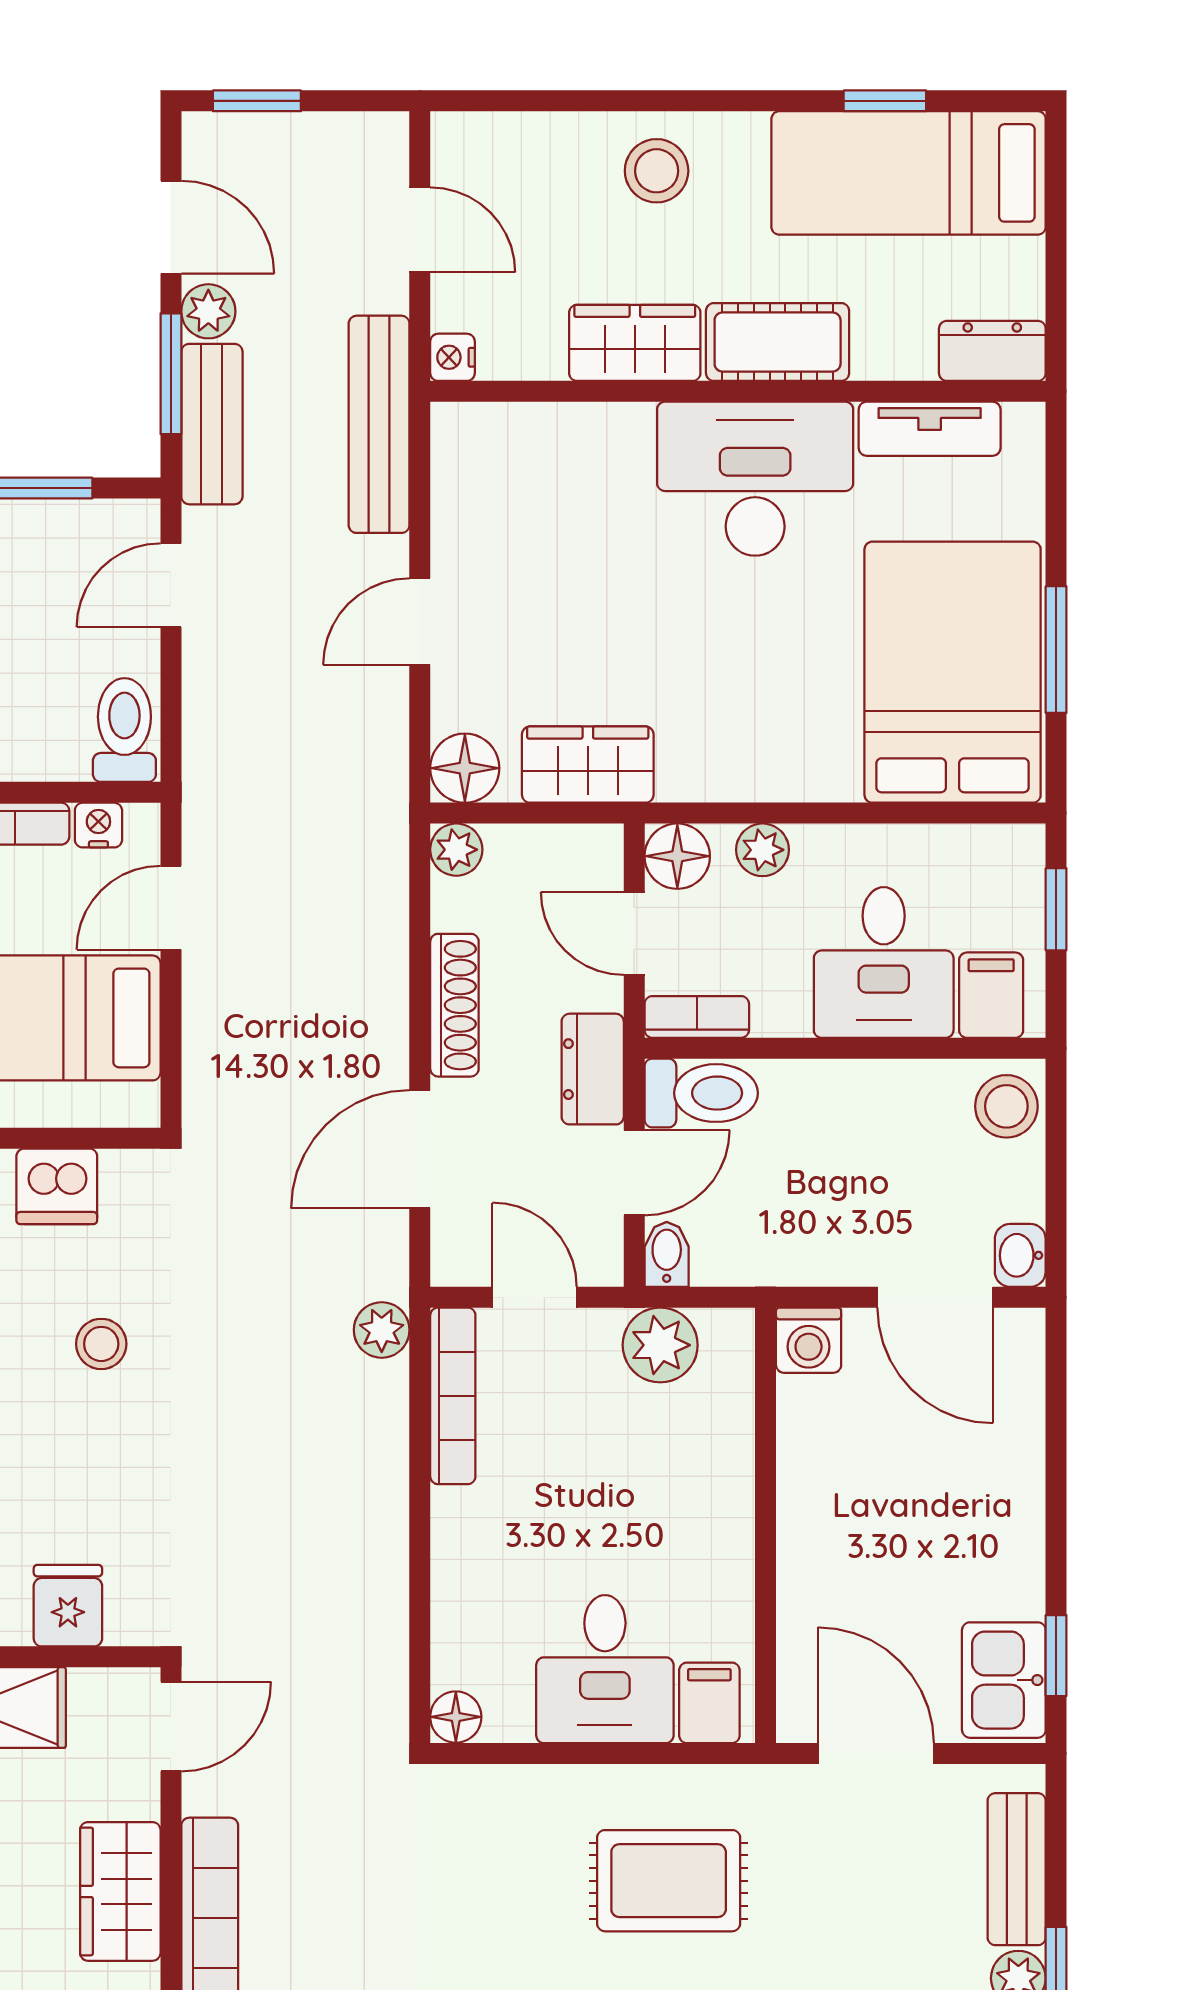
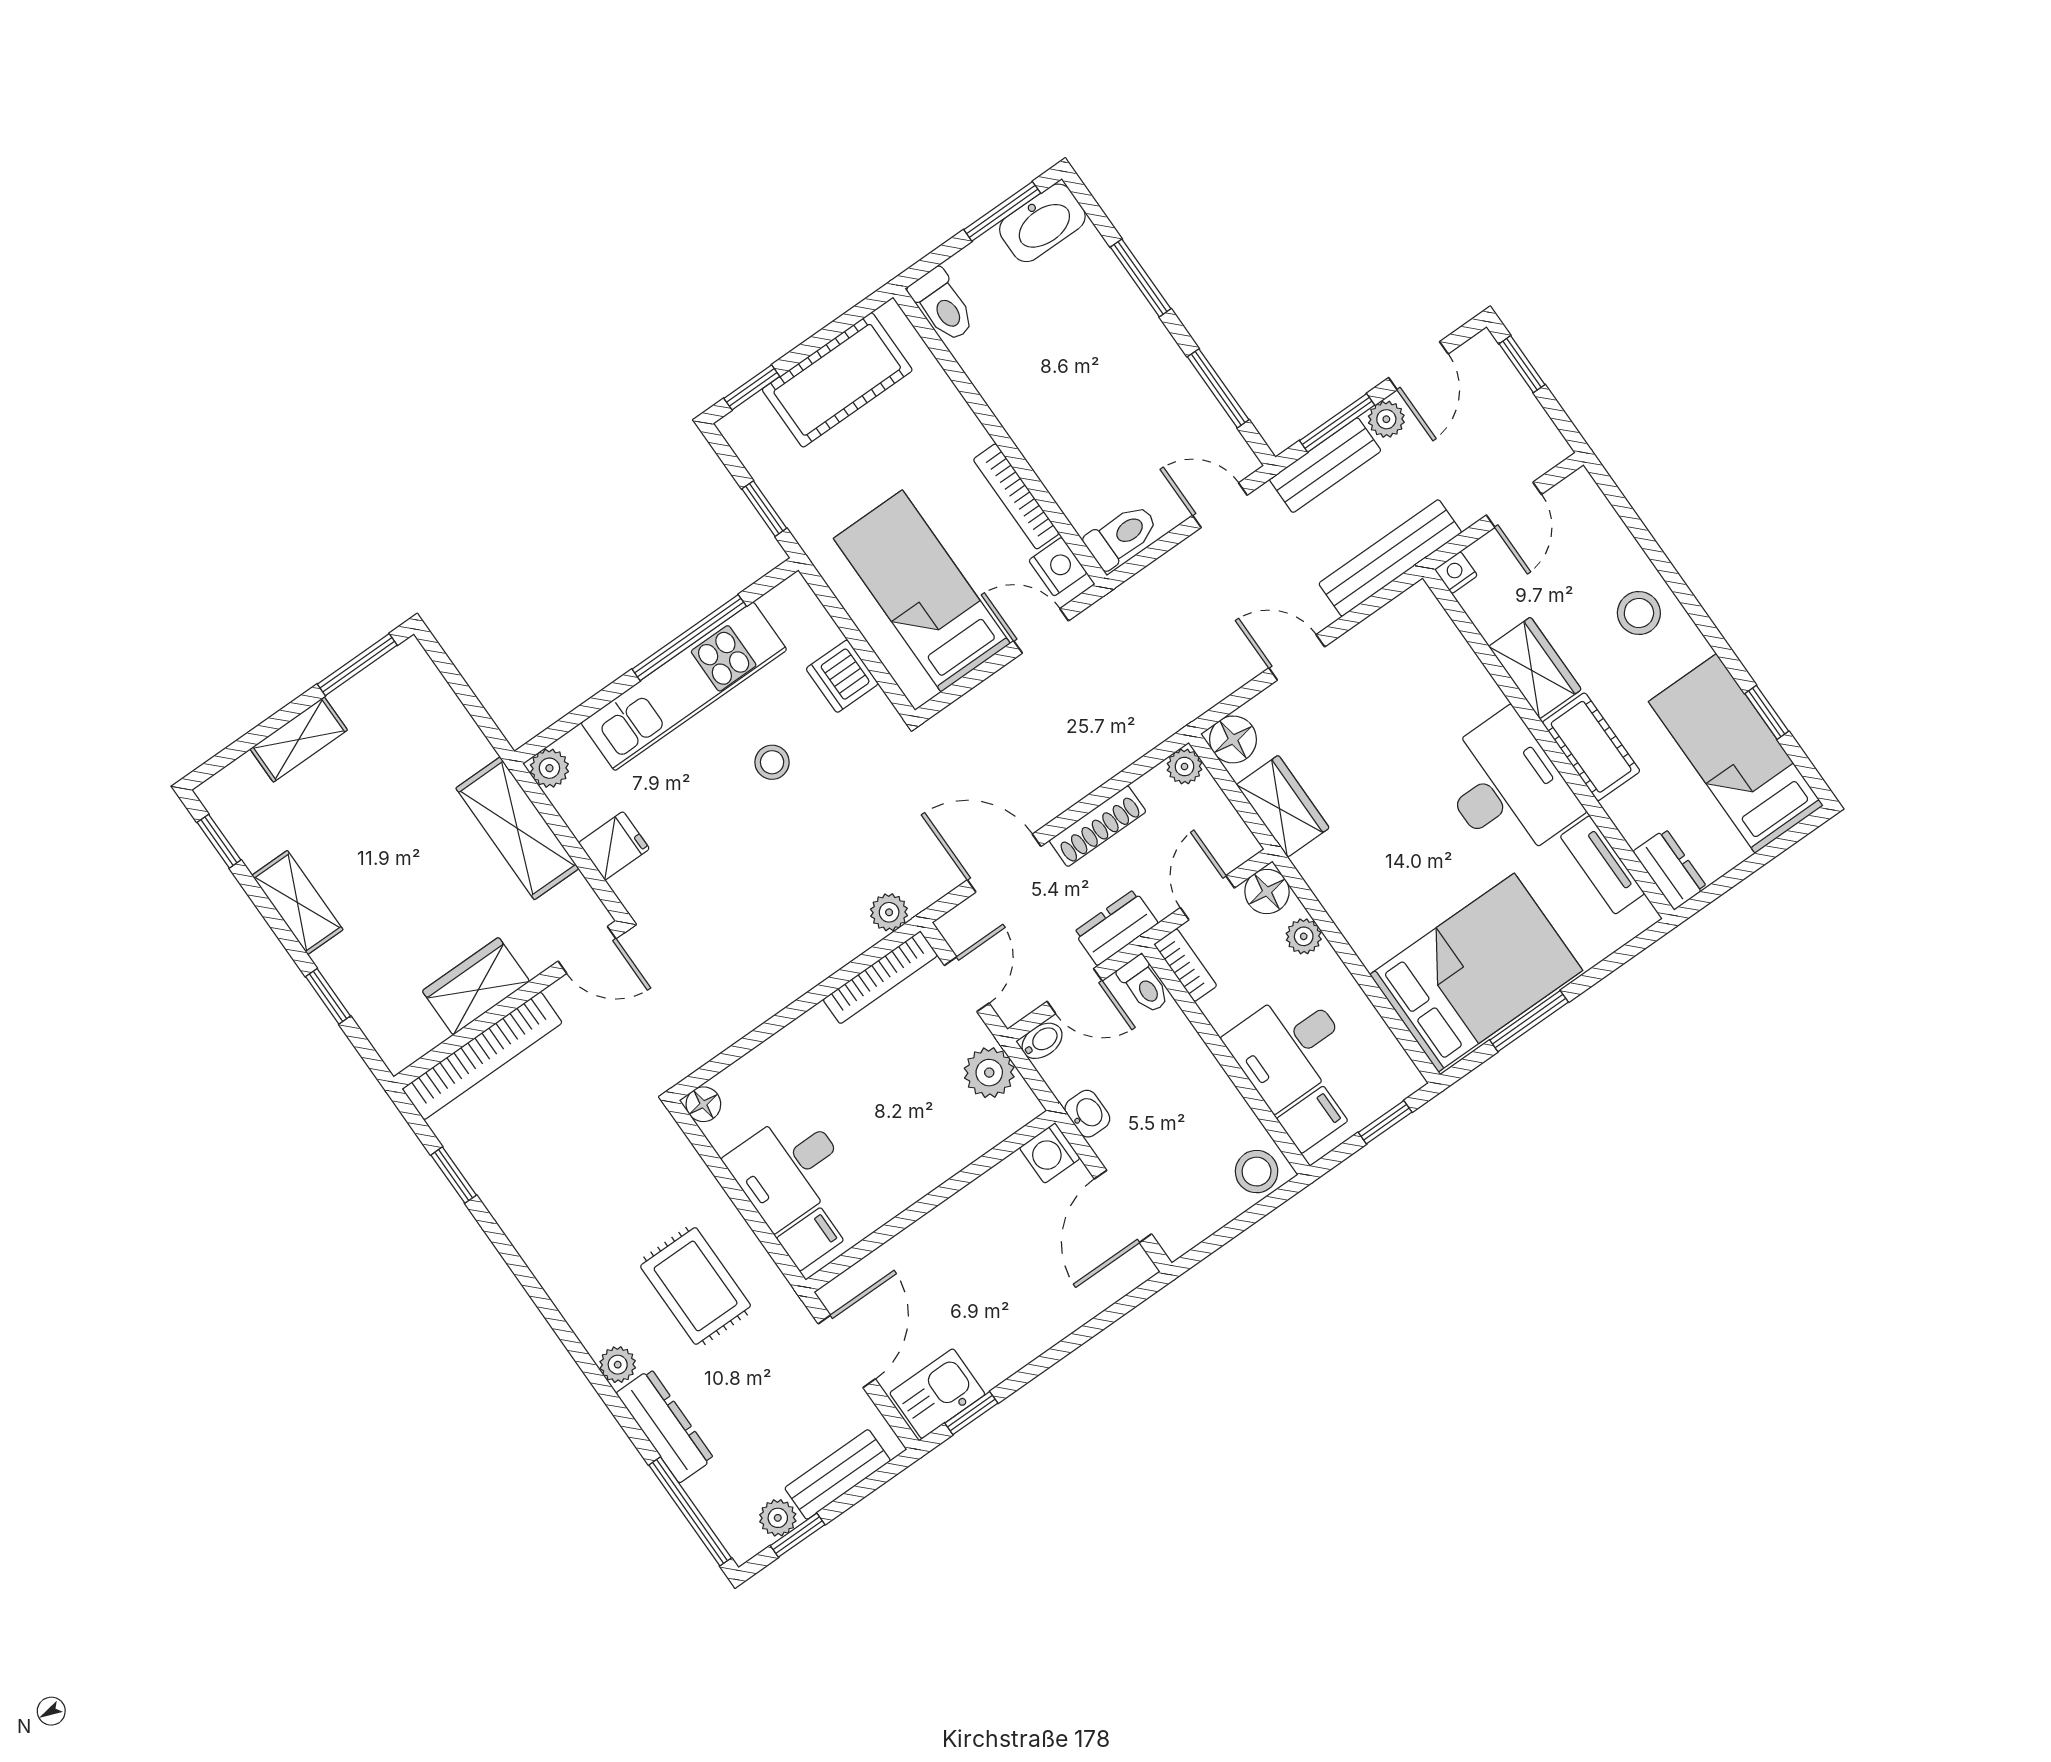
nightstand: (98, 825) -> (1058, 567), width x1.39, depth x1.35
toilet: (701, 1093) -> (1144, 985), width x0.73, depth x0.72
washbasin: (1020, 1255) -> (1087, 1114), moved, turned 90

